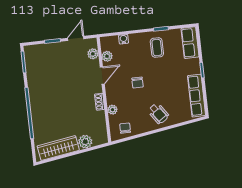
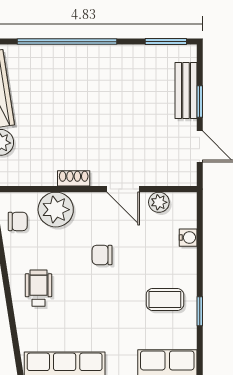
bench: (48, 49) -> (186, 90), added
plant: (93, 54) -> (167, 176), removed
plant: (113, 110) -> (56, 210), width x1.88, depth x1.88
wheelchair: (158, 114) -> (38, 288), turned 125

